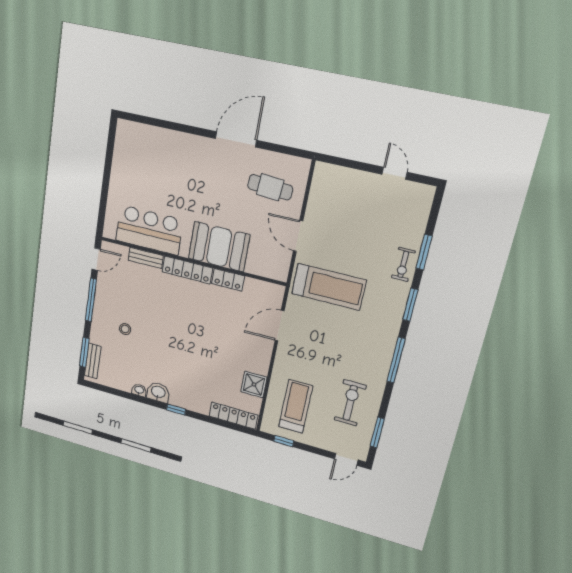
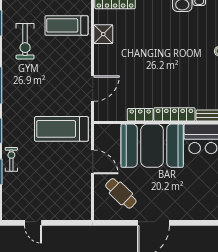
cafe table: (270, 187) -> (121, 193), turned 40
booth: (219, 247) -> (152, 146), width x1.36, depth x1.42
treadmill: (296, 406) -> (66, 25), turned 90

